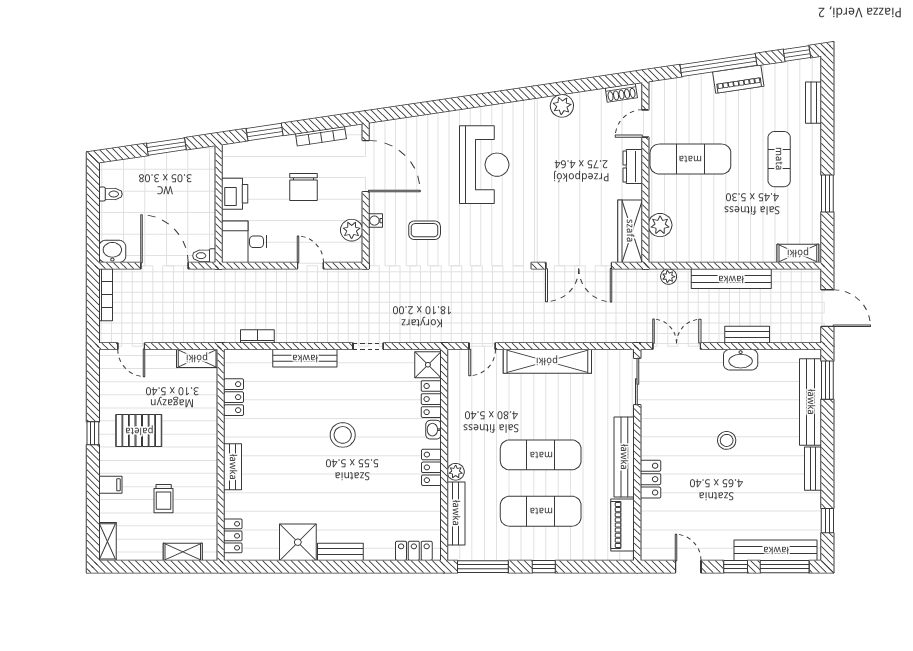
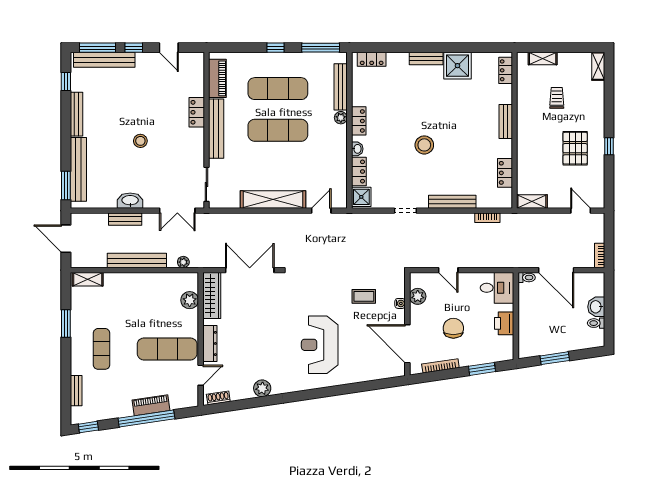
piano: (738, 79) -> (151, 405), moved
dresser: (633, 166) -> (210, 343), width x1.44
washbasin: (112, 251) -> (596, 307), moved, turned 90
bookcase: (106, 295) -> (600, 256), width x0.64
pallet: (139, 431) -> (575, 148), turned 90
bench: (813, 469) -> (76, 114), width x1.36
filing cabinet: (110, 485) -> (596, 108), removed

